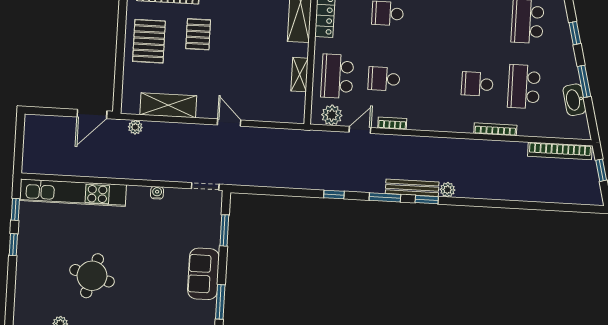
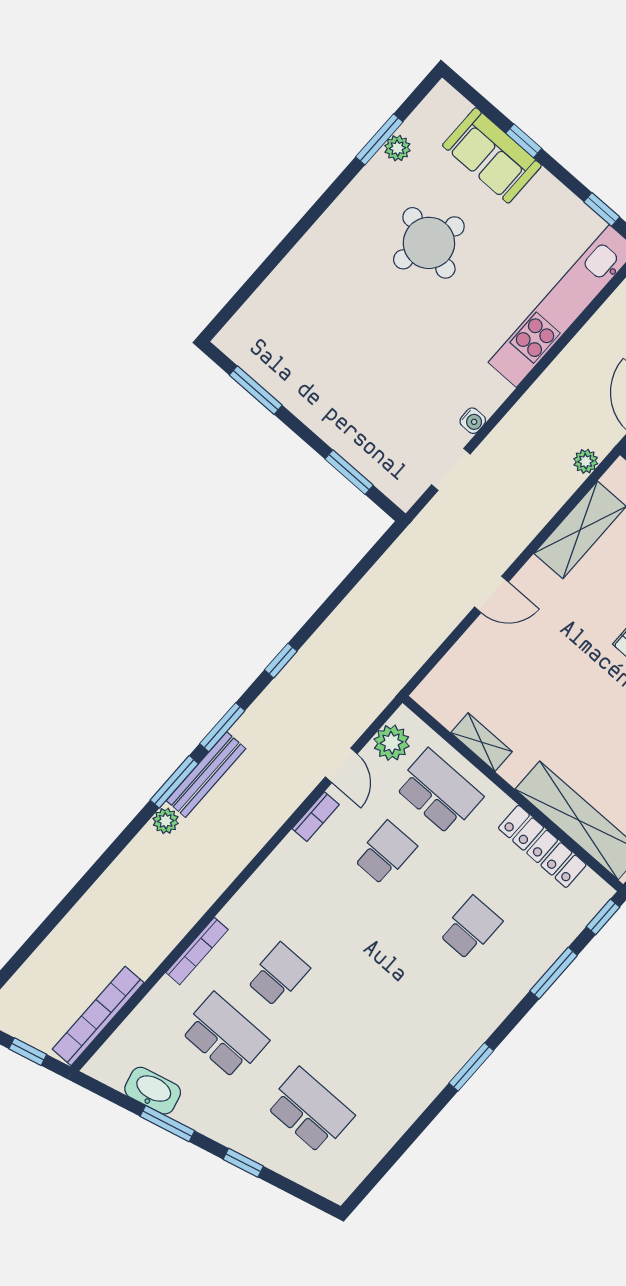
doorway: (205, 186) -> (451, 469), moved
window: (427, 200) -> (174, 782), width x1.50
window: (13, 245) -> (524, 141), moved
sofa: (203, 274) -> (492, 155), moved, turned 180

